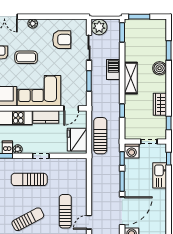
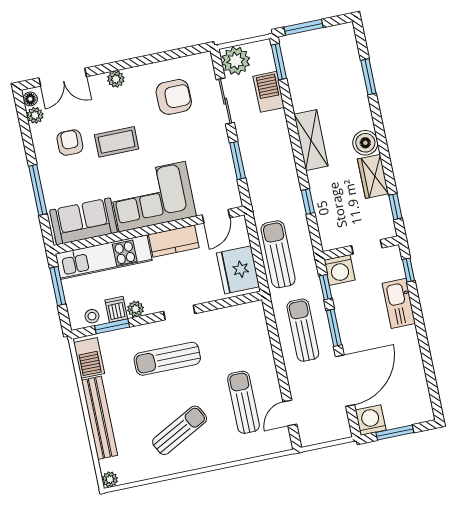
boiler: (160, 68) -> (365, 143), moved
barbecue: (113, 69) -> (269, 92), moved
sun lounger: (105, 179) -> (303, 330), added

